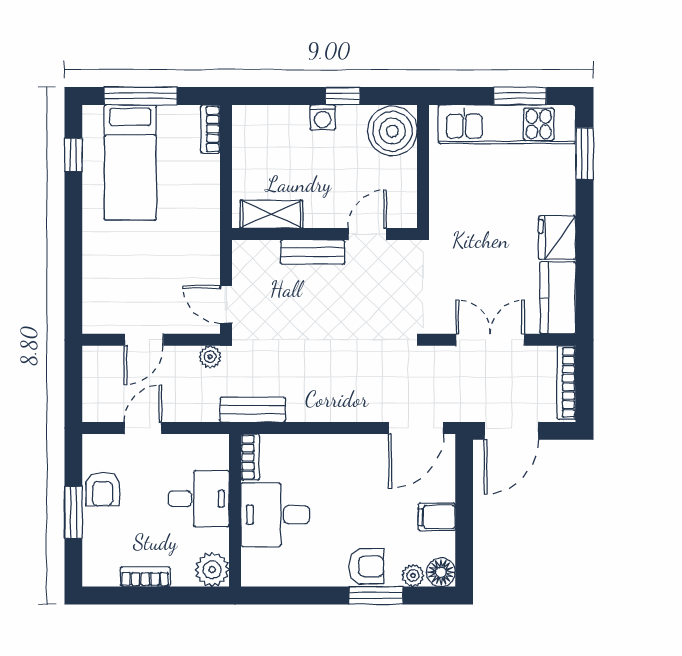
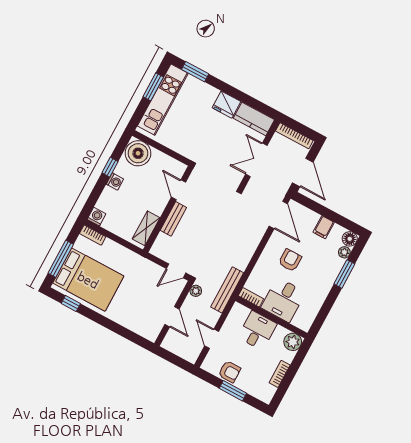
washing machine: (246, 118) -> (96, 217), added
bed: (130, 163) -> (88, 280), width x1.50
bench: (253, 410) -> (227, 290), width x1.36
armchair: (366, 566) -> (290, 260), moved

